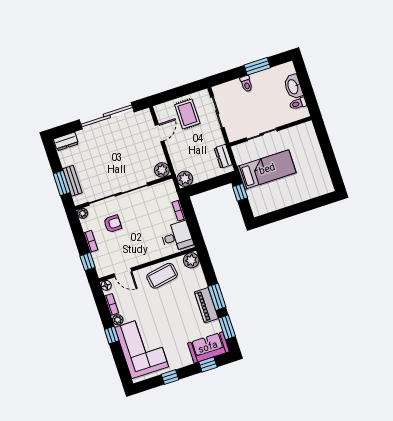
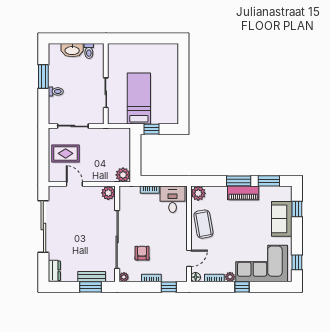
dresser: (223, 156) -> (114, 134), removed
sofa: (208, 347) -> (282, 219), moved
window: (170, 377) -> (297, 262), moved

